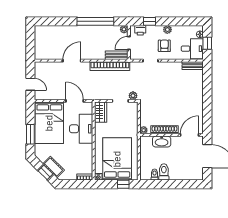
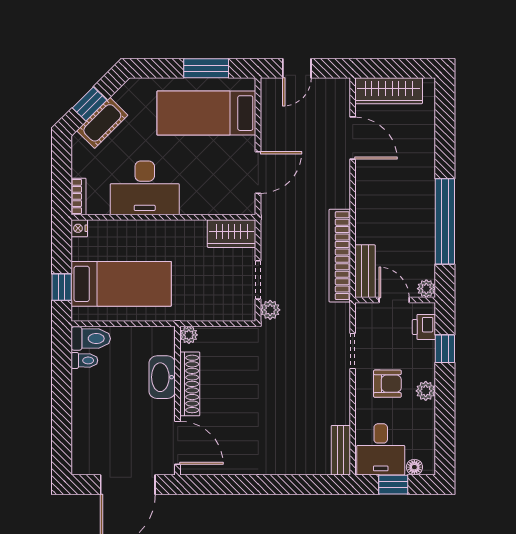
wardrobe: (40, 45) -> (389, 91), added
door: (72, 61) -> (353, 138), moved
bed: (49, 123) -> (206, 113), width x0.67
desk: (81, 129) -> (145, 188), moved
window: (30, 134) -> (206, 68), moved
bed: (117, 159) -> (121, 284), width x0.67
toilet: (164, 172) -> (91, 339), moved

